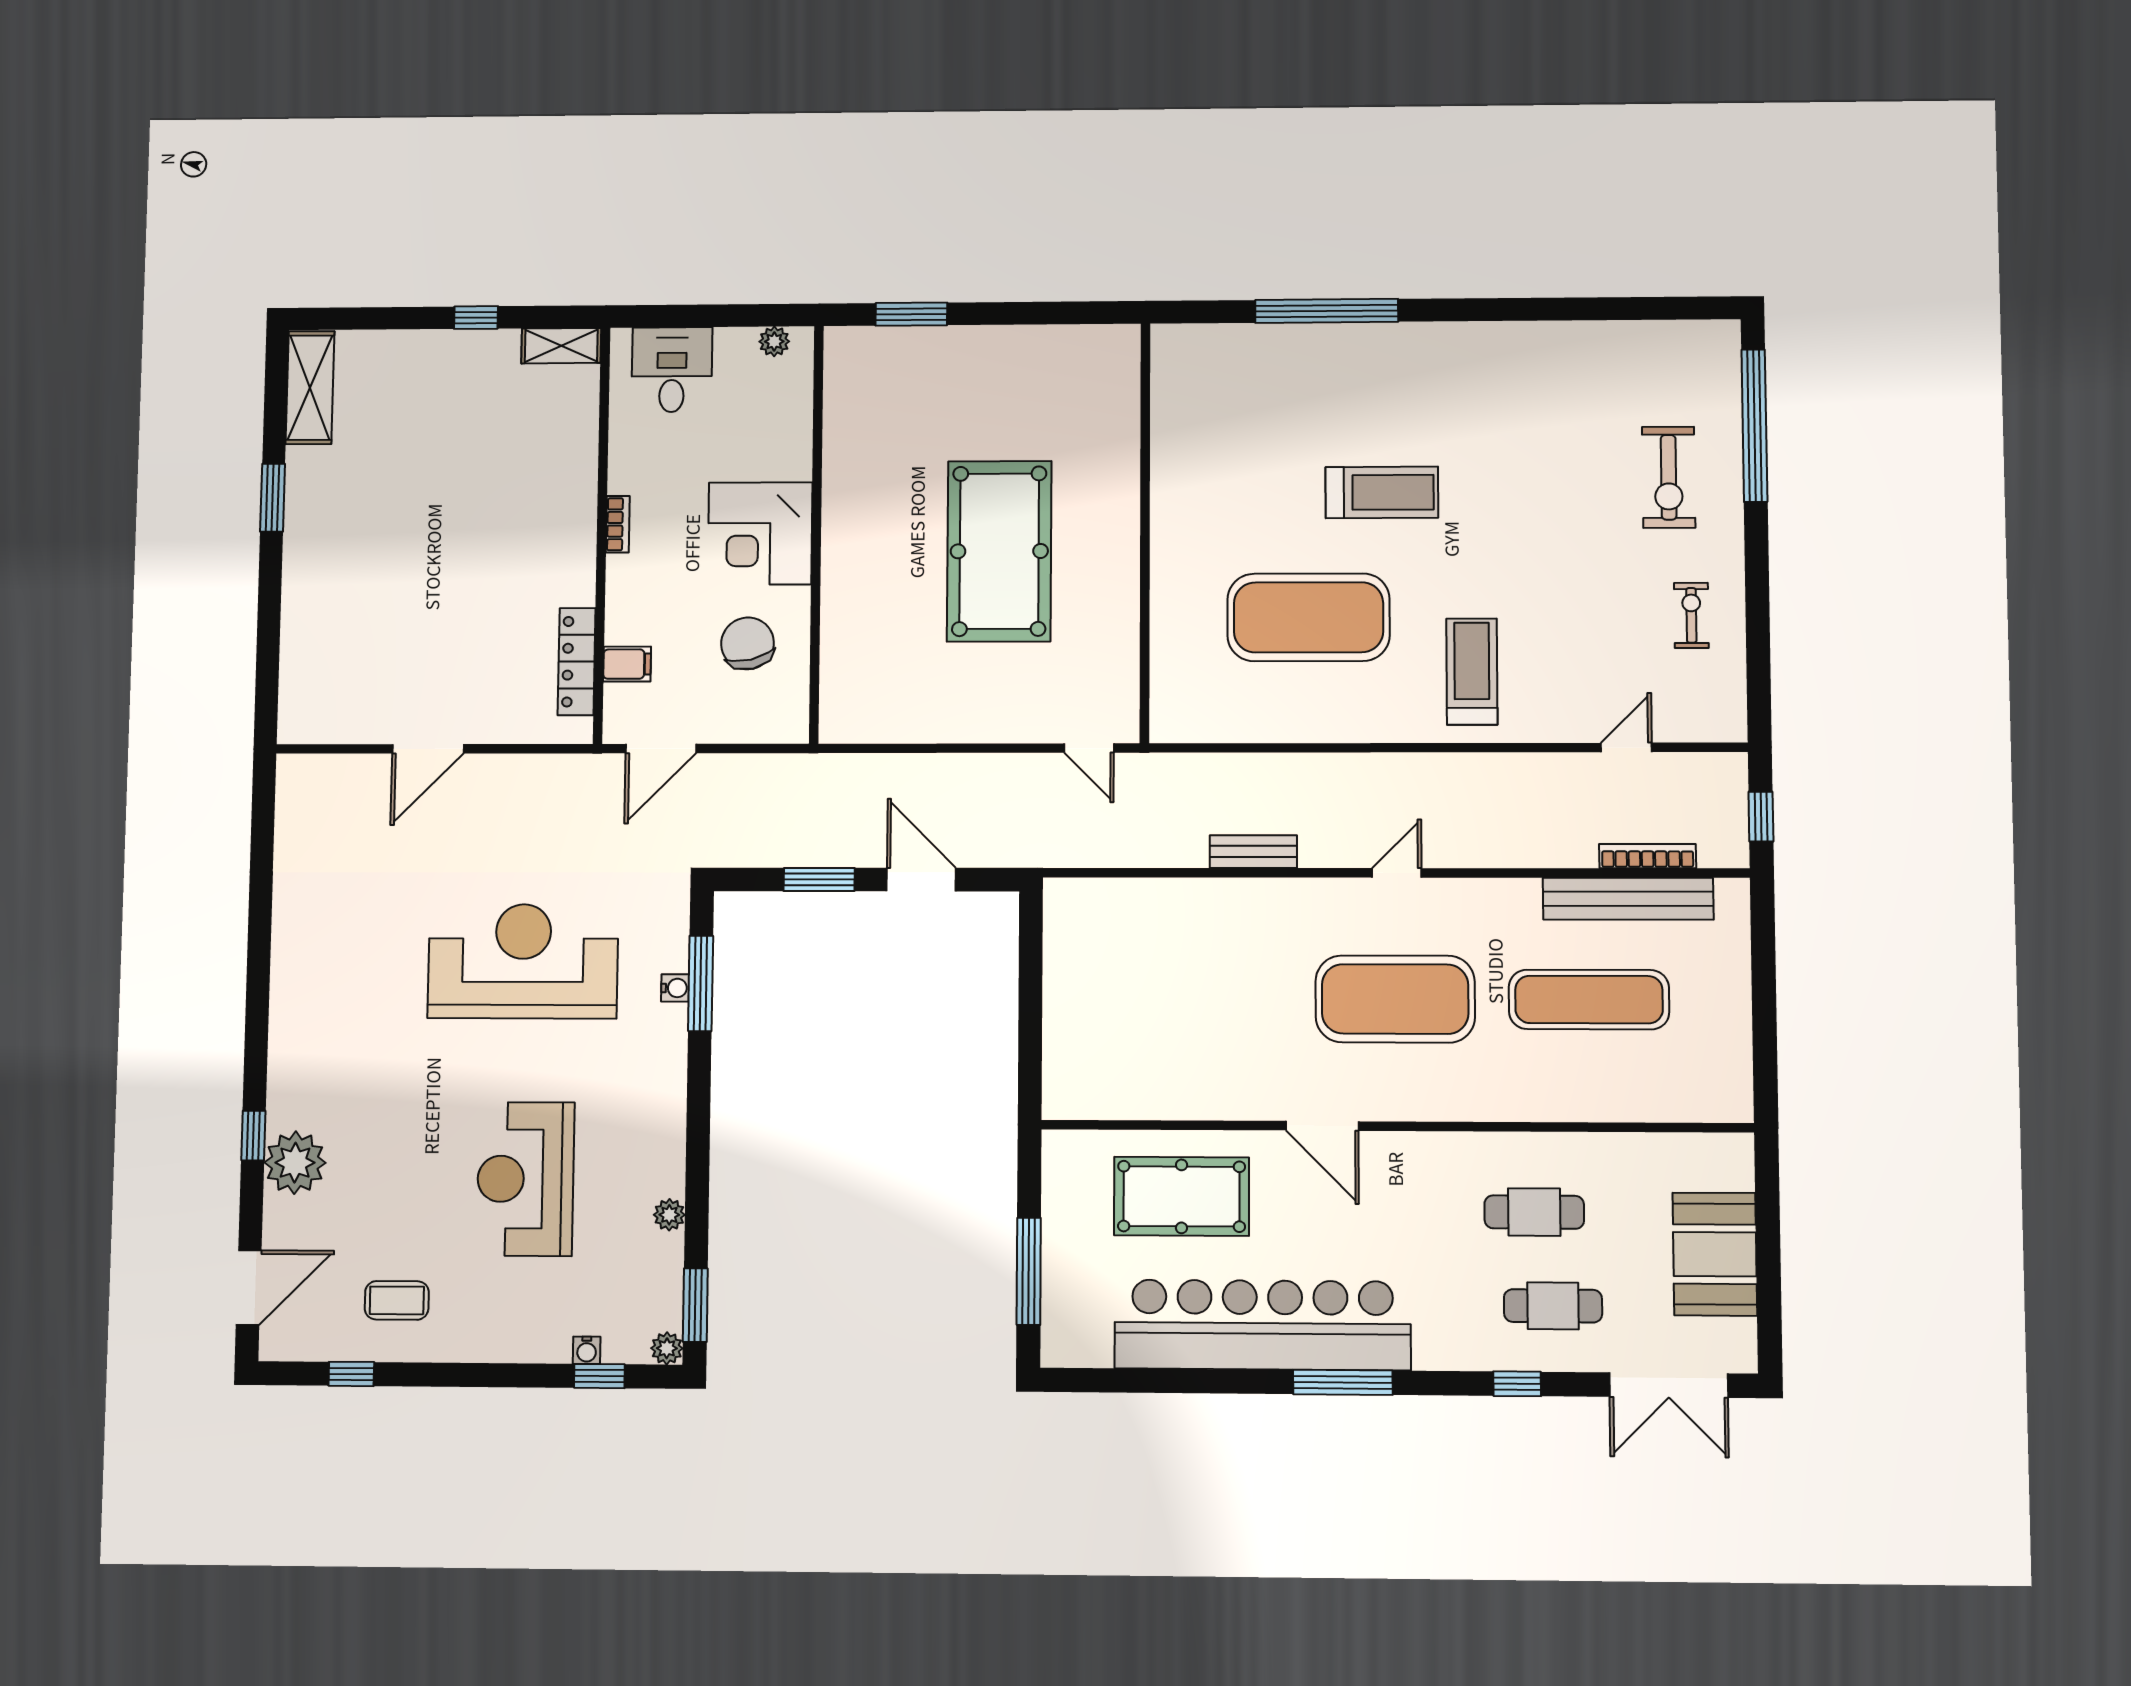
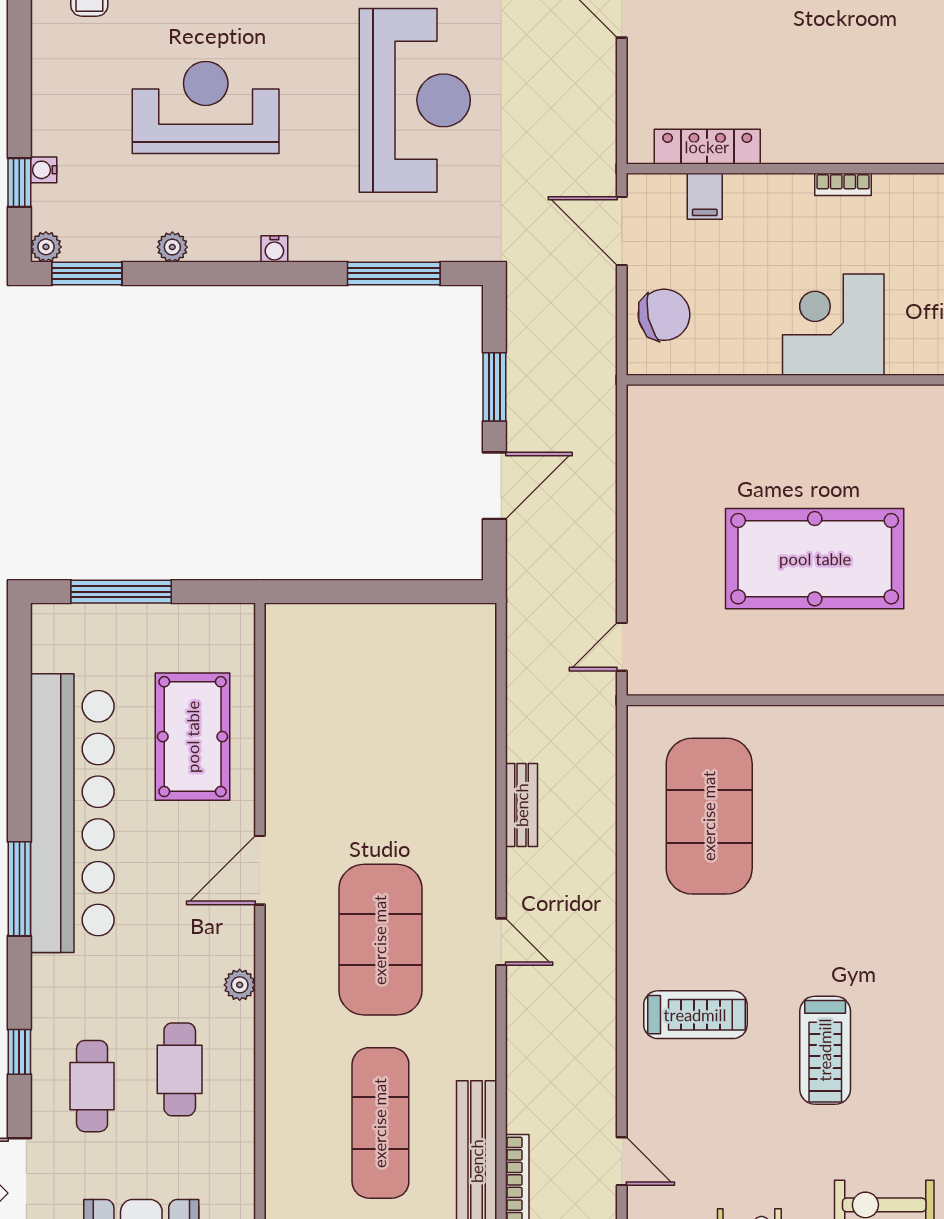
treadmill: (1382, 492) -> (825, 1050), moved
exercise mat: (1308, 617) -> (709, 816), moved
chair: (748, 643) -> (664, 315), moved
water cooler: (675, 988) -> (274, 249), moved
plant: (1444, 1148) -> (240, 985), added

